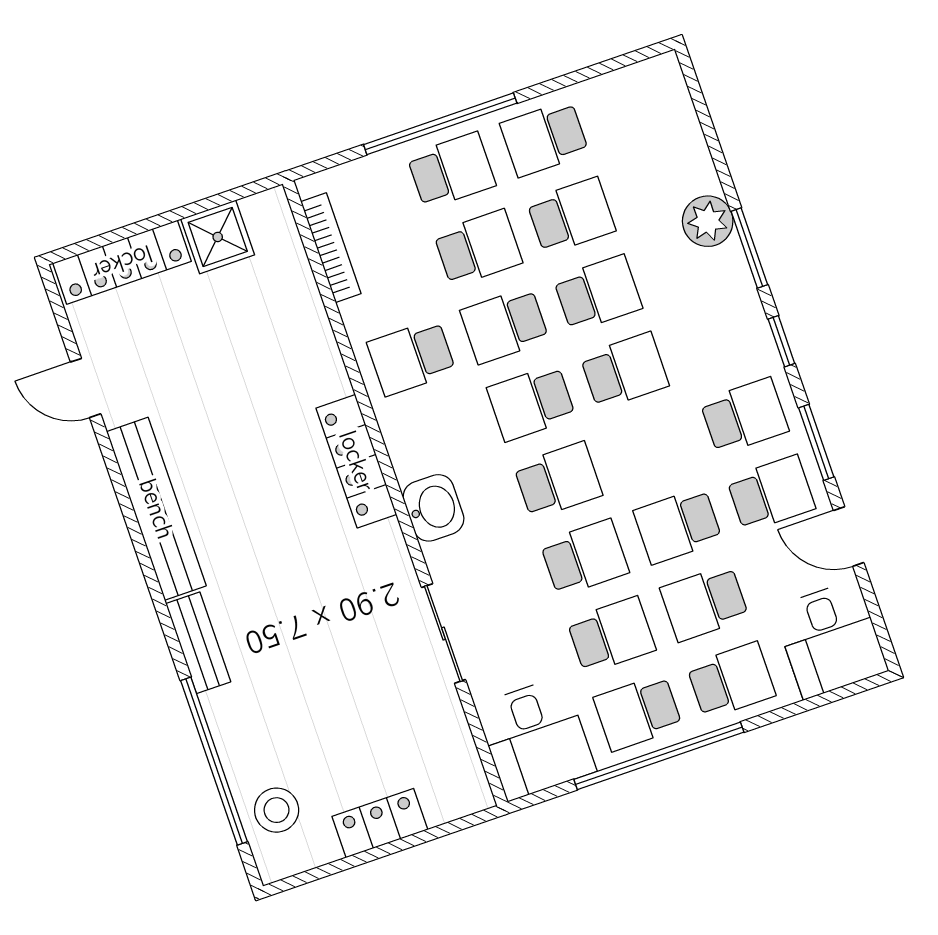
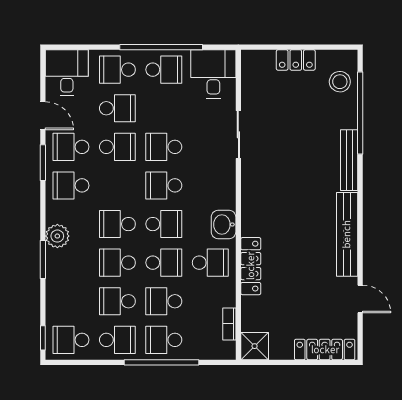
plant: (708, 221) -> (57, 236), moved
shower: (218, 237) -> (255, 346), moved
bookcase: (331, 248) -> (229, 324), width x0.64
window: (781, 341) -> (43, 338), moved
locker: (356, 461) -> (251, 266), moved
washbasin: (433, 508) -> (224, 224), moved
school desk: (611, 635) -> (71, 340), moved
bench: (198, 643) -> (349, 160), width x1.36

